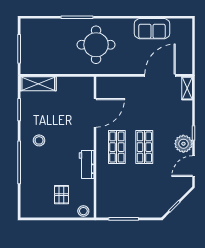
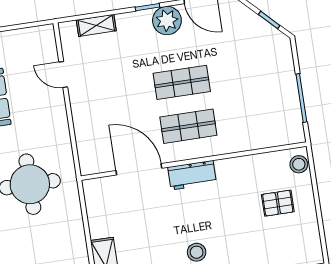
door: (160, 75) -> (63, 74), width x0.53
shelving: (187, 88) -> (96, 25), moved
workbench: (87, 164) -> (192, 175), moved

